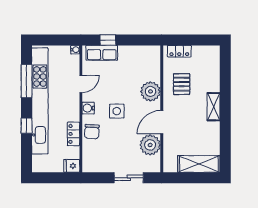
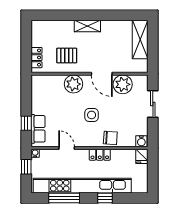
window: (60, 40) -> (26, 167), added
water cooler: (88, 108) -> (141, 141), moved
locker: (74, 134) -> (100, 155), moved

